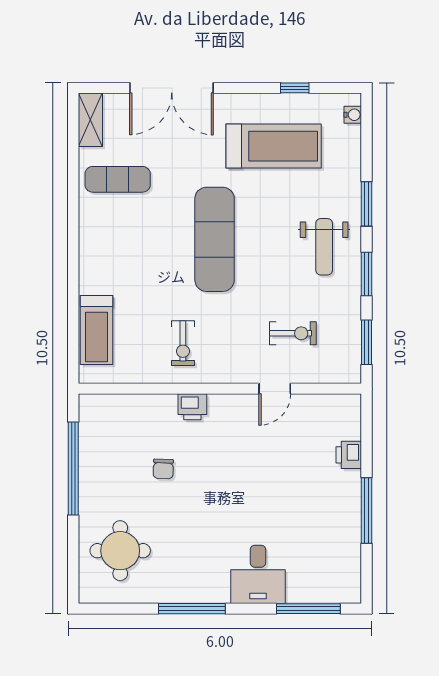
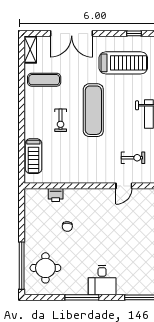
exercise bike: (183, 343) -> (61, 120), moved
printer: (192, 407) -> (56, 195), moved
window: (73, 468) -> (22, 266), moved
desk: (258, 574) -> (102, 280), moved

